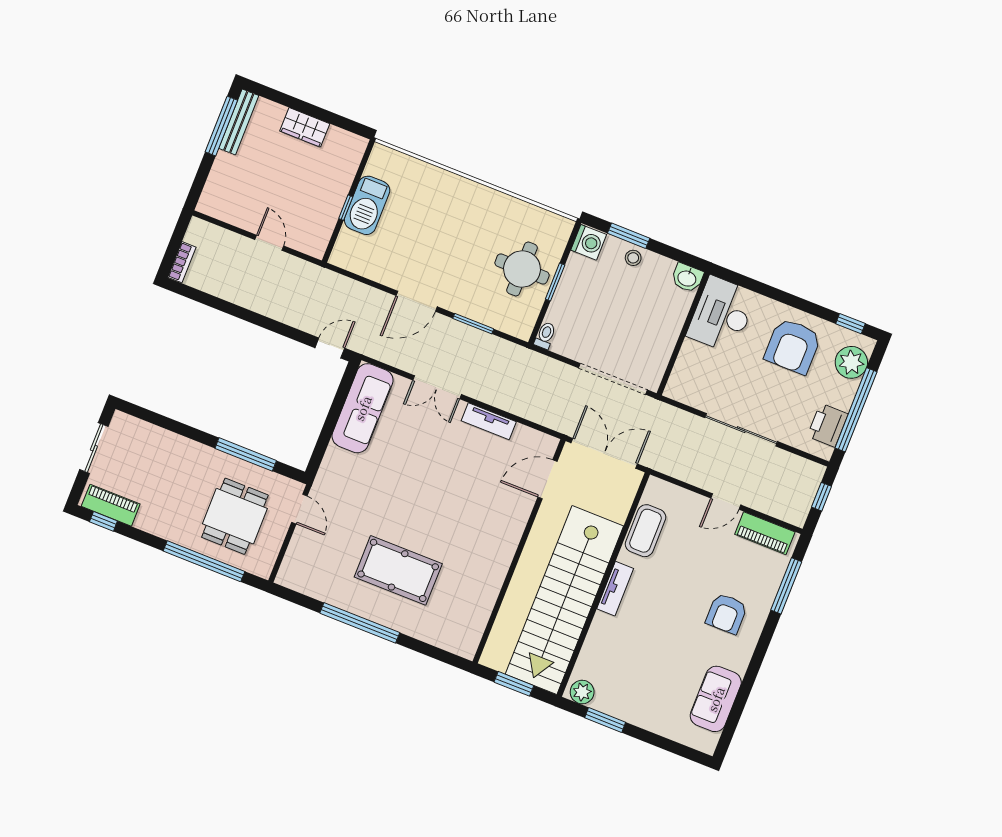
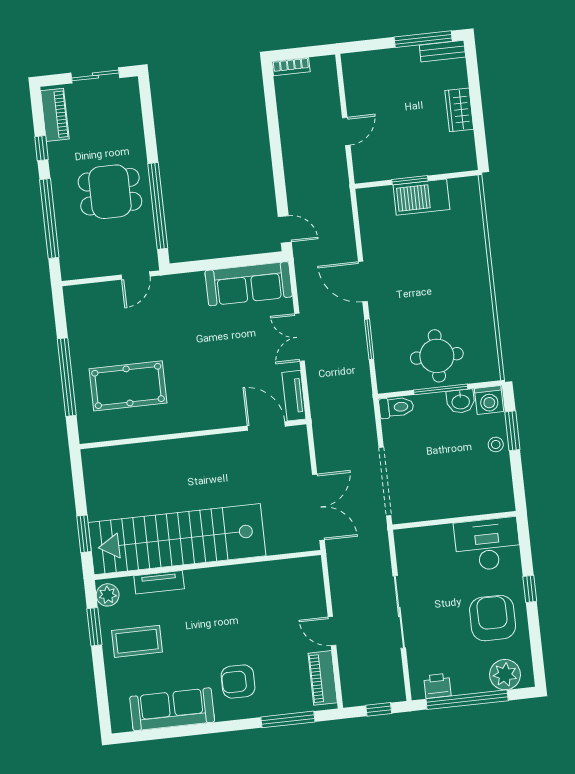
bench: (239, 122) -> (442, 51), width x0.73
window: (346, 208) -> (410, 180), width x1.50
washbasin: (687, 278) -> (461, 401), moved, turned -90
window: (555, 282) -> (441, 389), width x1.44
window: (850, 324) -> (530, 589), moved
toilet: (545, 335) -> (396, 407), width x1.37, depth x1.39
armchair: (793, 346) -> (493, 618), turned 90
printer: (828, 425) -> (437, 686), width x0.73, depth x0.81
window: (246, 454) -> (158, 206), width x1.46
door: (548, 479) -> (266, 426), moved
dining table: (235, 516) -> (110, 192), moved
window: (103, 521) -> (42, 148), moved
coffee table: (645, 531) -> (137, 641), moved
wall: (519, 551) -> (193, 434), moved
pool table: (398, 570) -> (128, 386), turned 90
tv unit: (615, 589) -> (159, 582), moved
sofa: (716, 699) -> (172, 709), width x1.36

